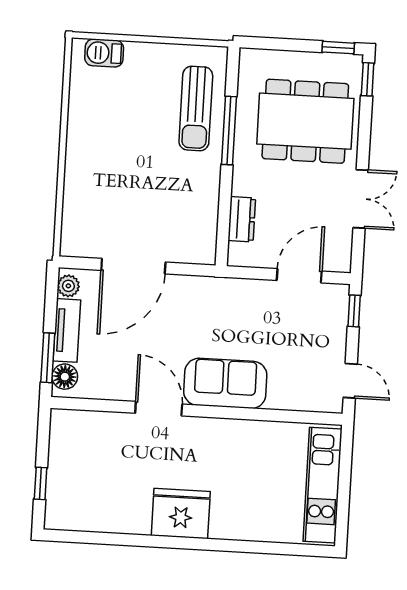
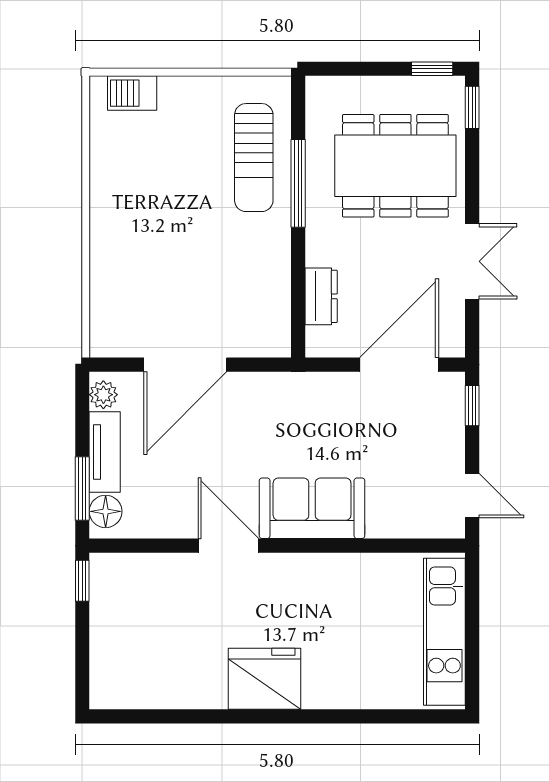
door: (299, 276) -> (399, 365), width x1.36
window: (41, 483) -> (82, 581), moved

